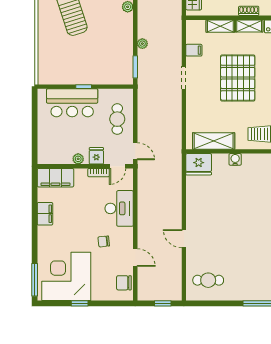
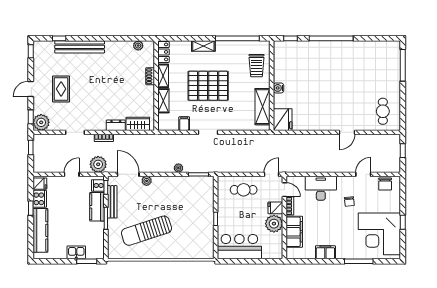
bar counter: (72, 103) -> (239, 247), moved, turned -90
plant: (78, 159) -> (274, 224), width x1.88, depth x1.88
filing cabinet: (55, 178) -> (294, 232), moved
window: (35, 280) -> (359, 261), moved

